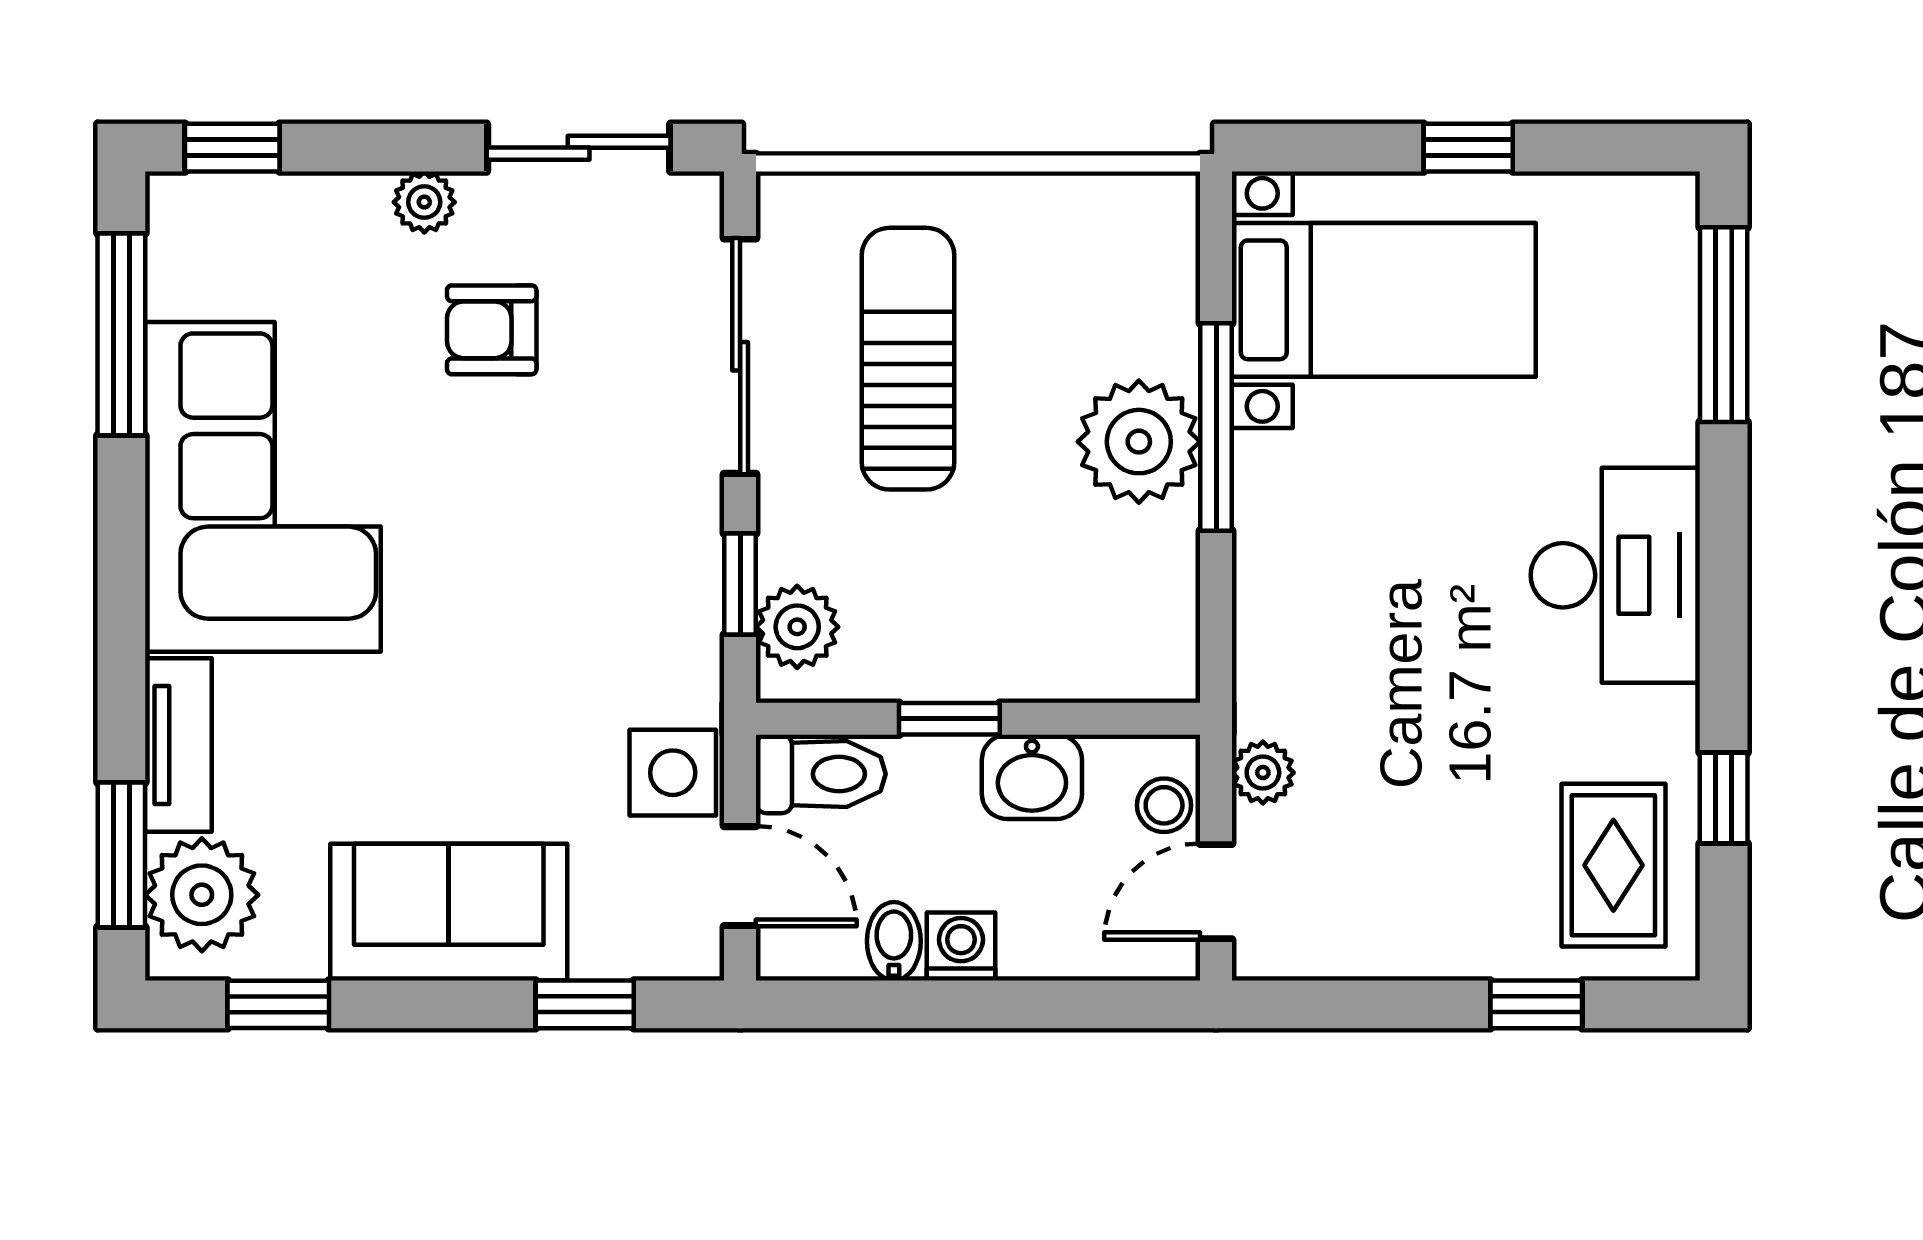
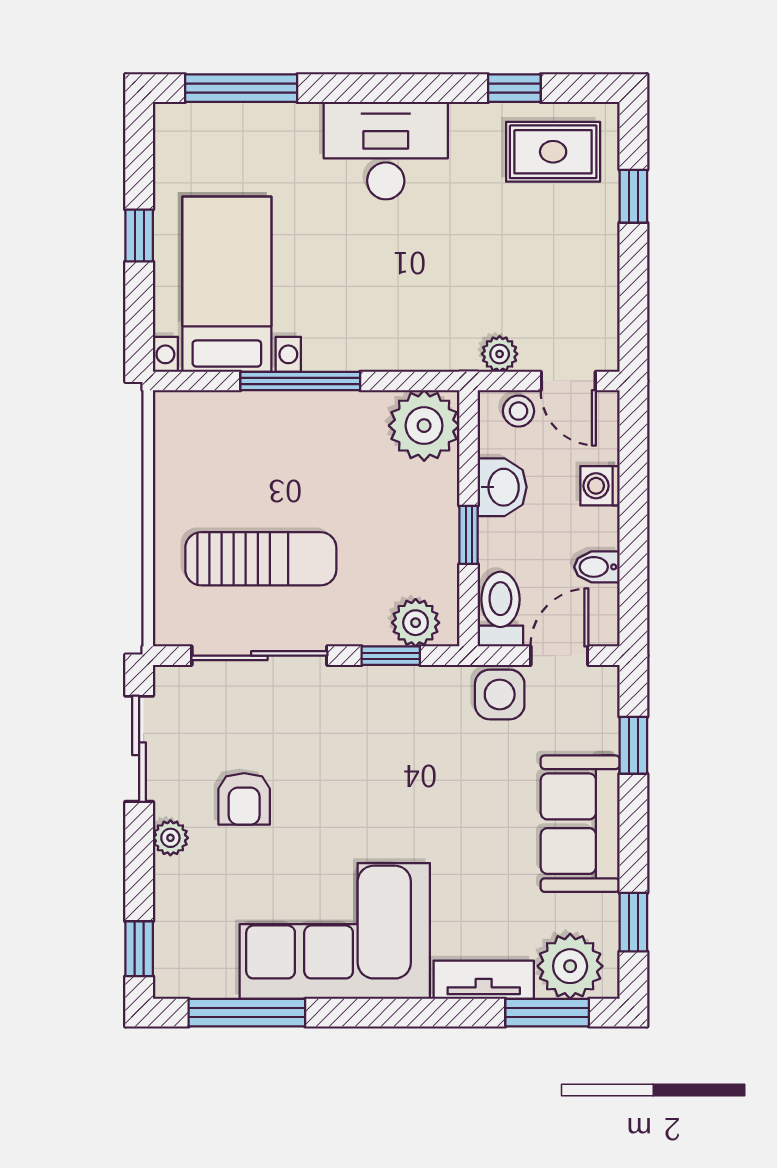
sun lounger: (908, 359) -> (261, 559), turned 180
plant: (1139, 442) -> (424, 426), moved
washing machine: (961, 946) -> (600, 486), moved

